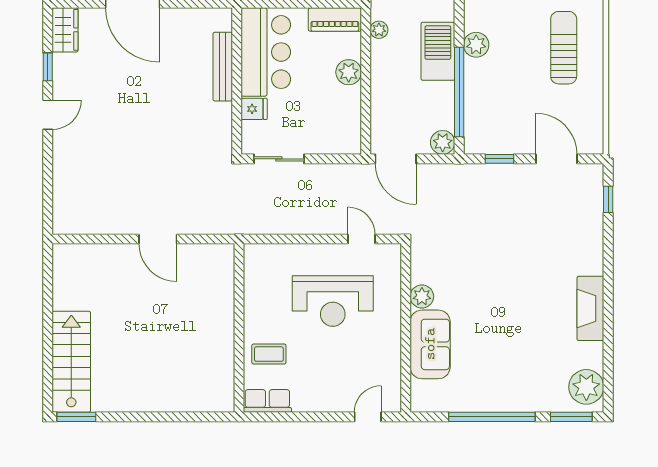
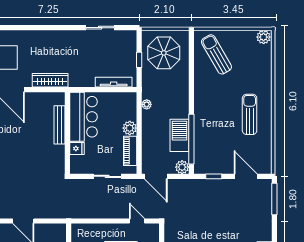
piano: (335, 20) -> (130, 151), moved, turned 90
plant: (476, 45) -> (201, 113), removed
barbecue: (438, 51) -> (179, 135), moved
sliding door: (279, 159) -> (107, 176), moved
window: (608, 199) -> (274, 199), width x2.17

